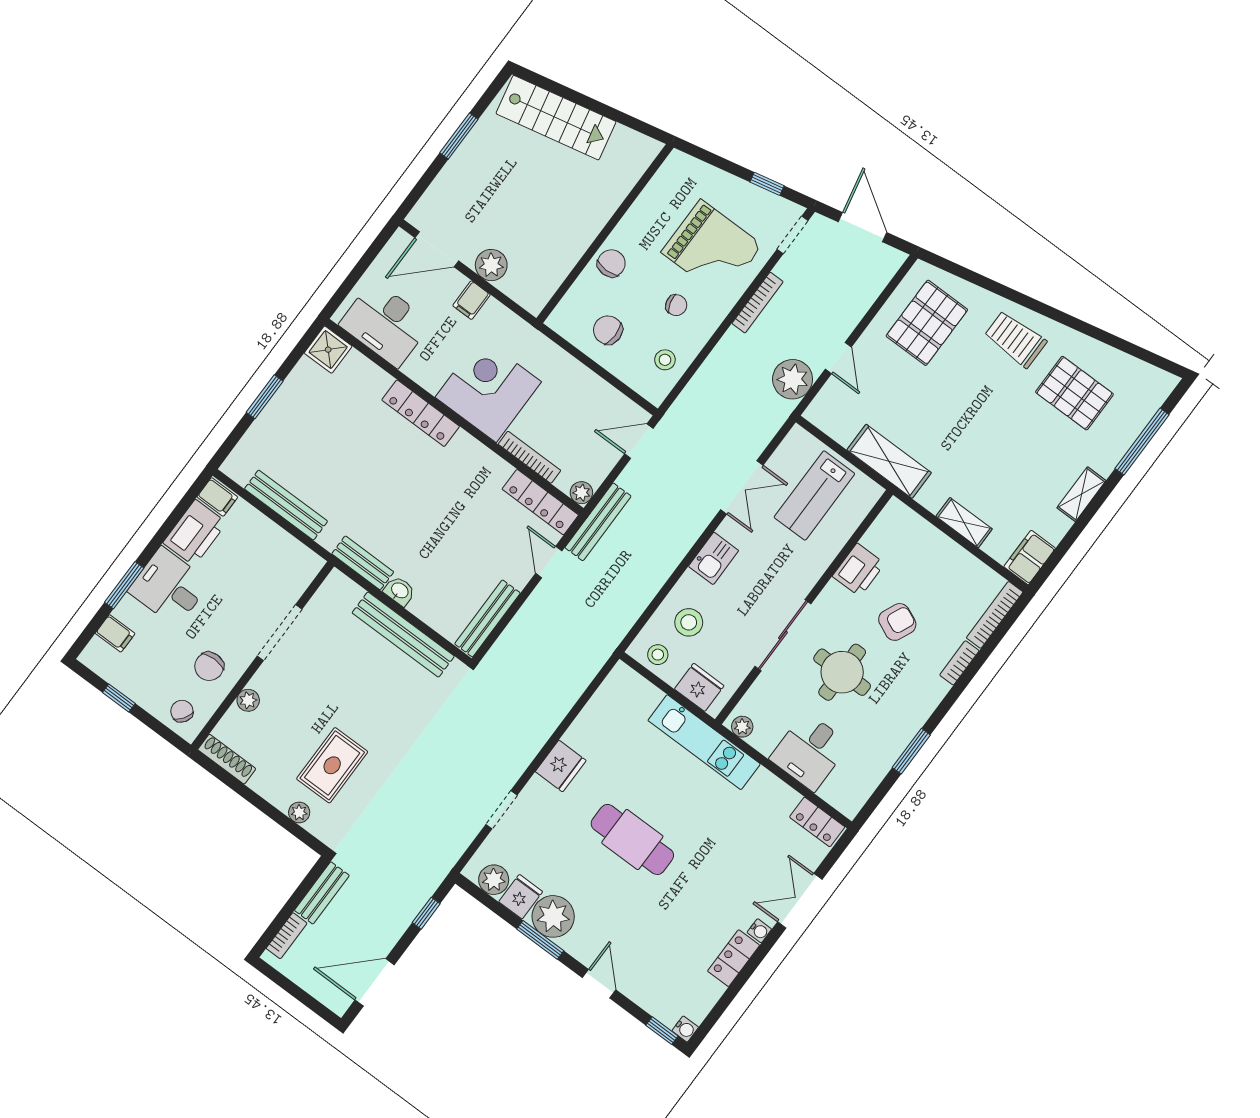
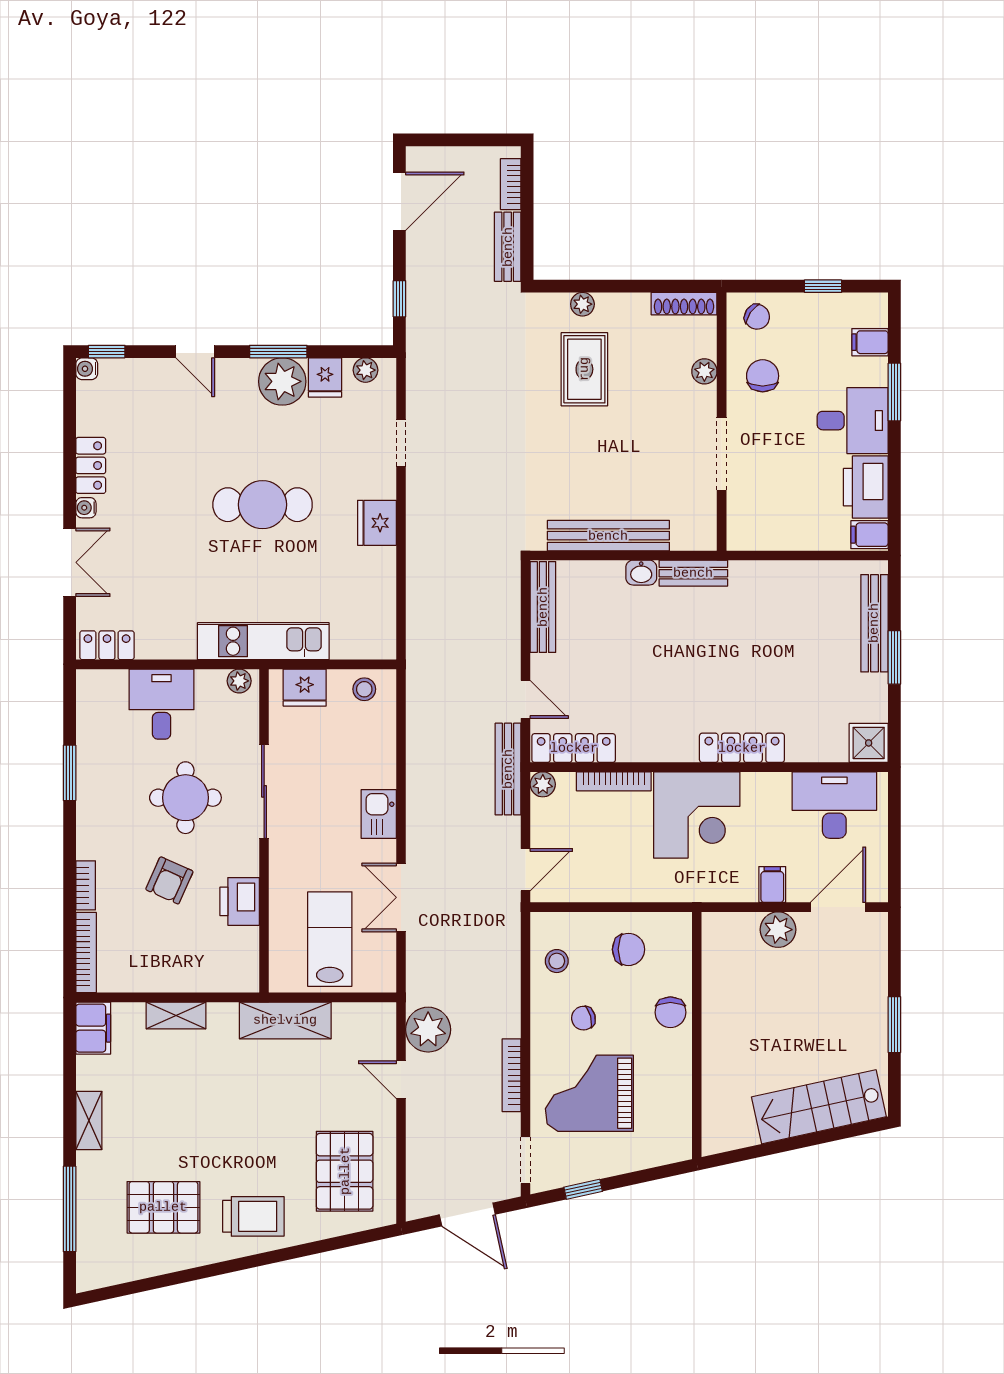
bench: (286, 505) -> (874, 623), moved, turned 90
stool: (689, 622) -> (358, 739), removed
plant: (494, 880) -> (366, 370), width x0.73, depth x0.73

